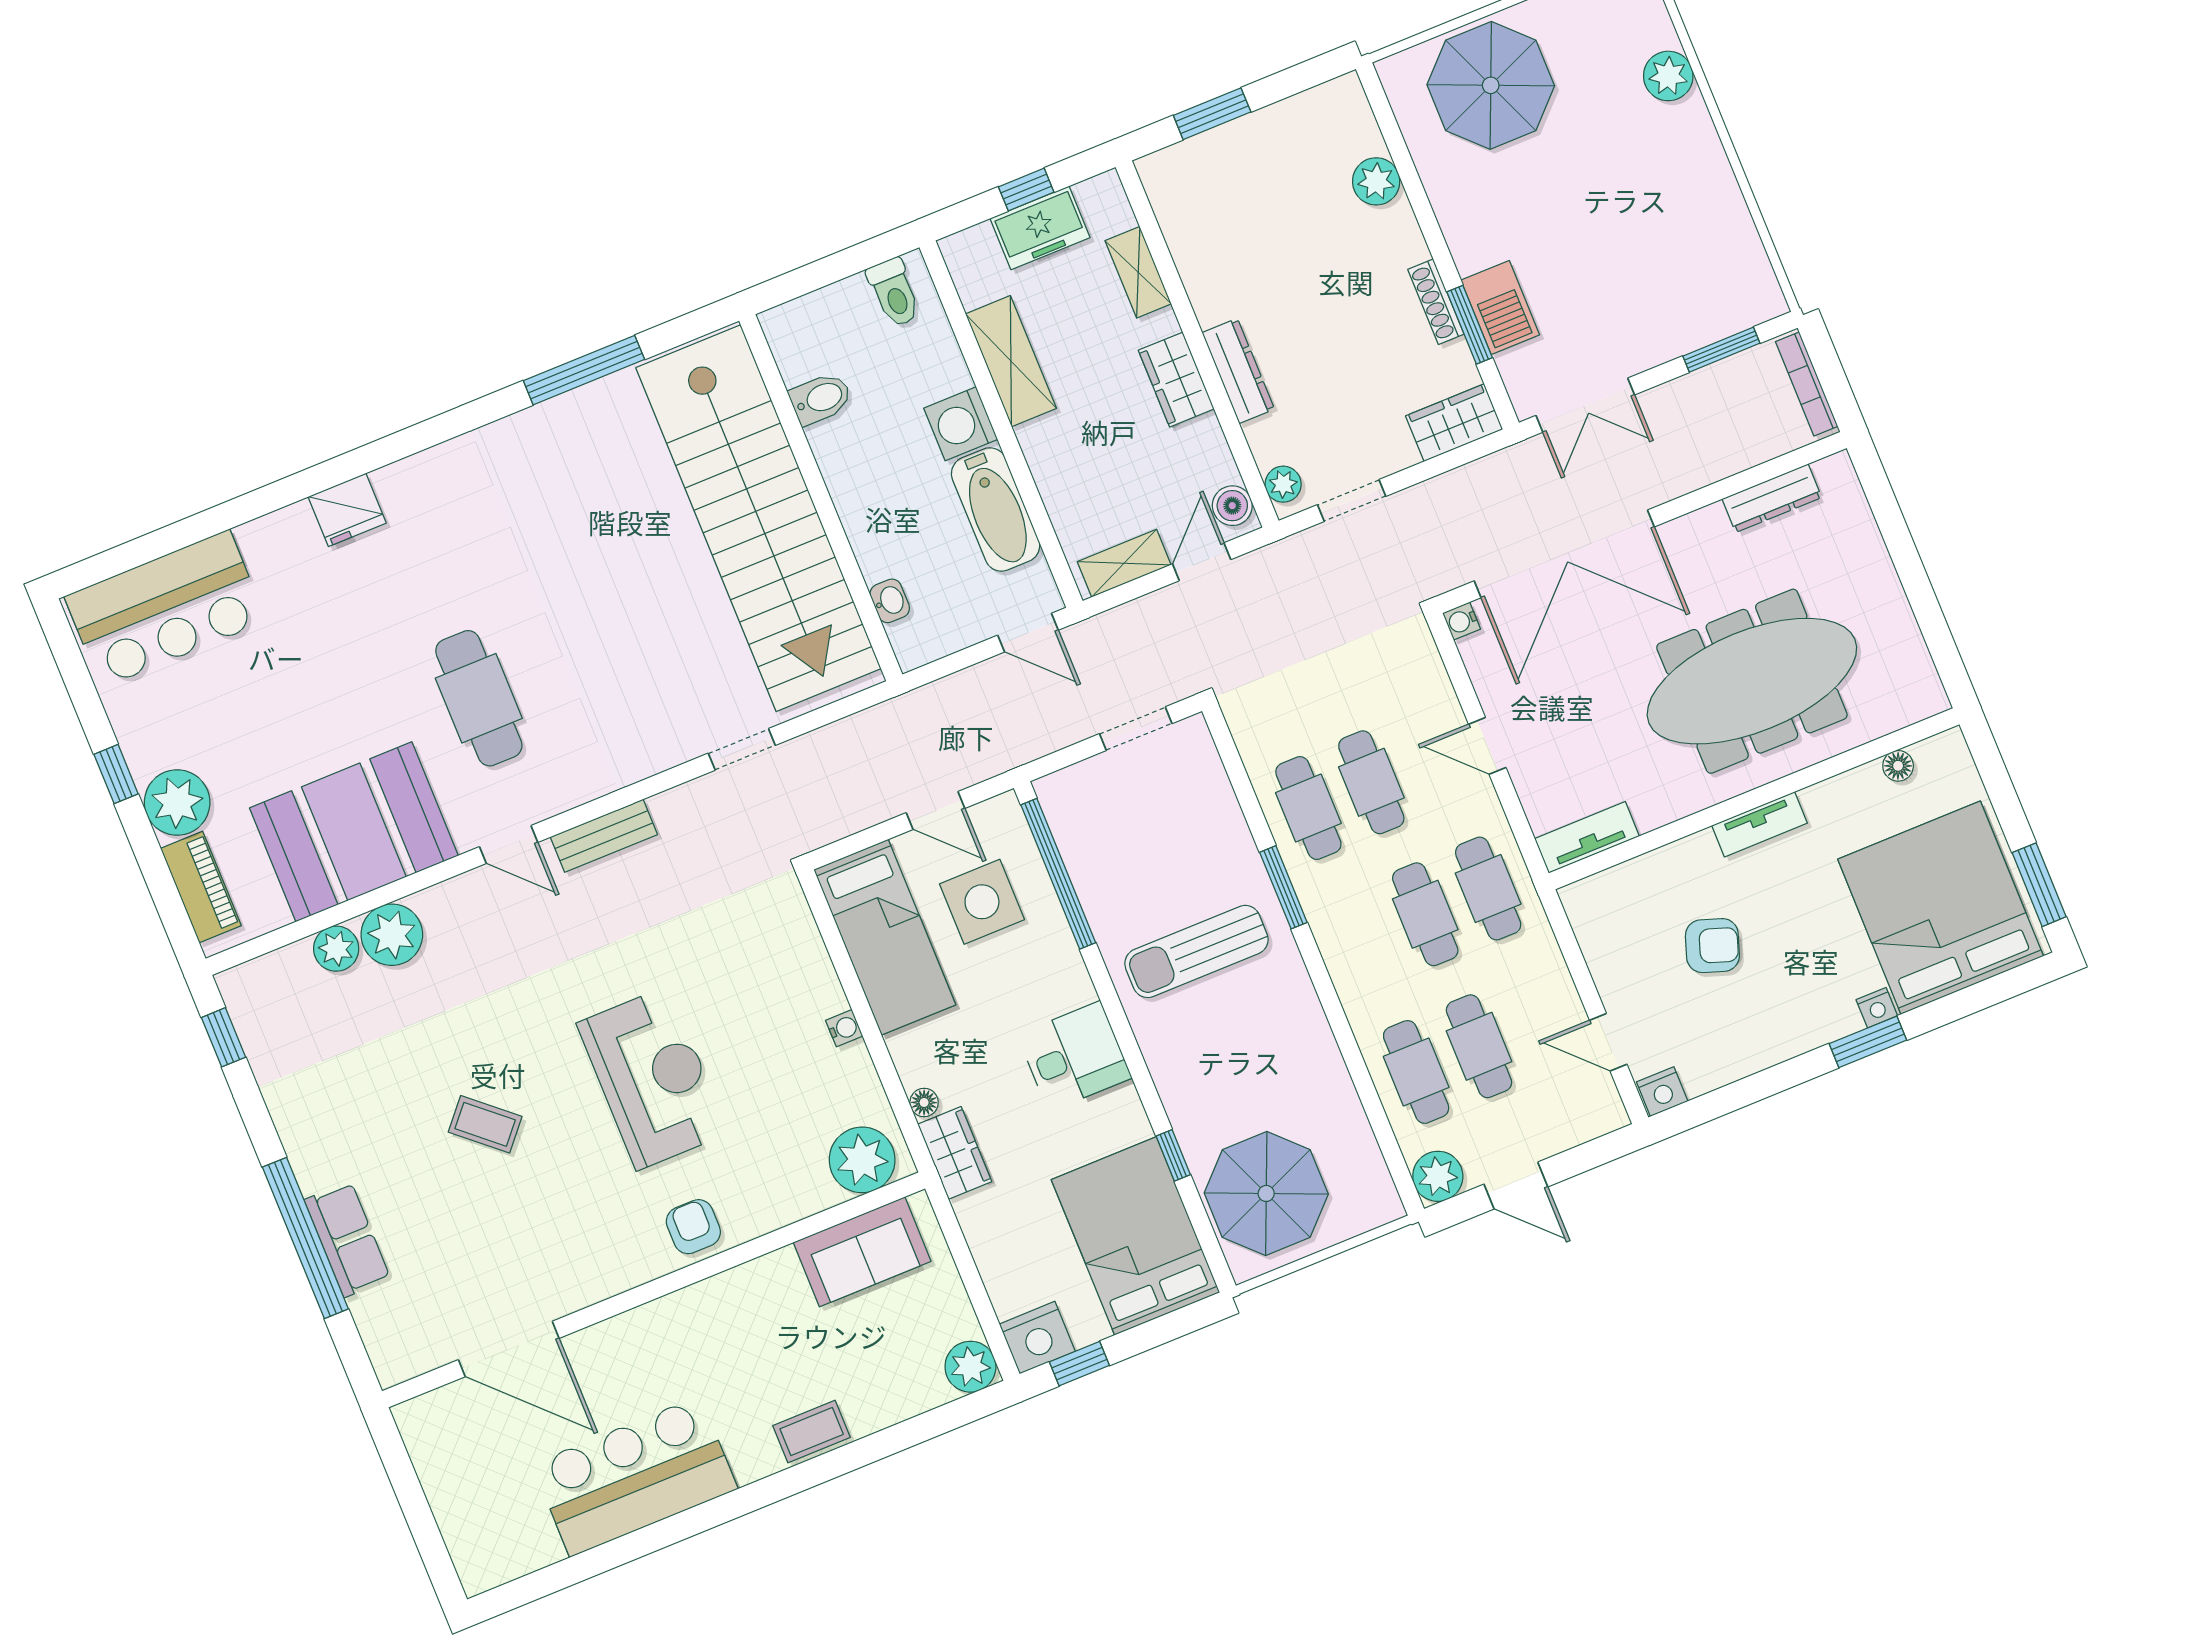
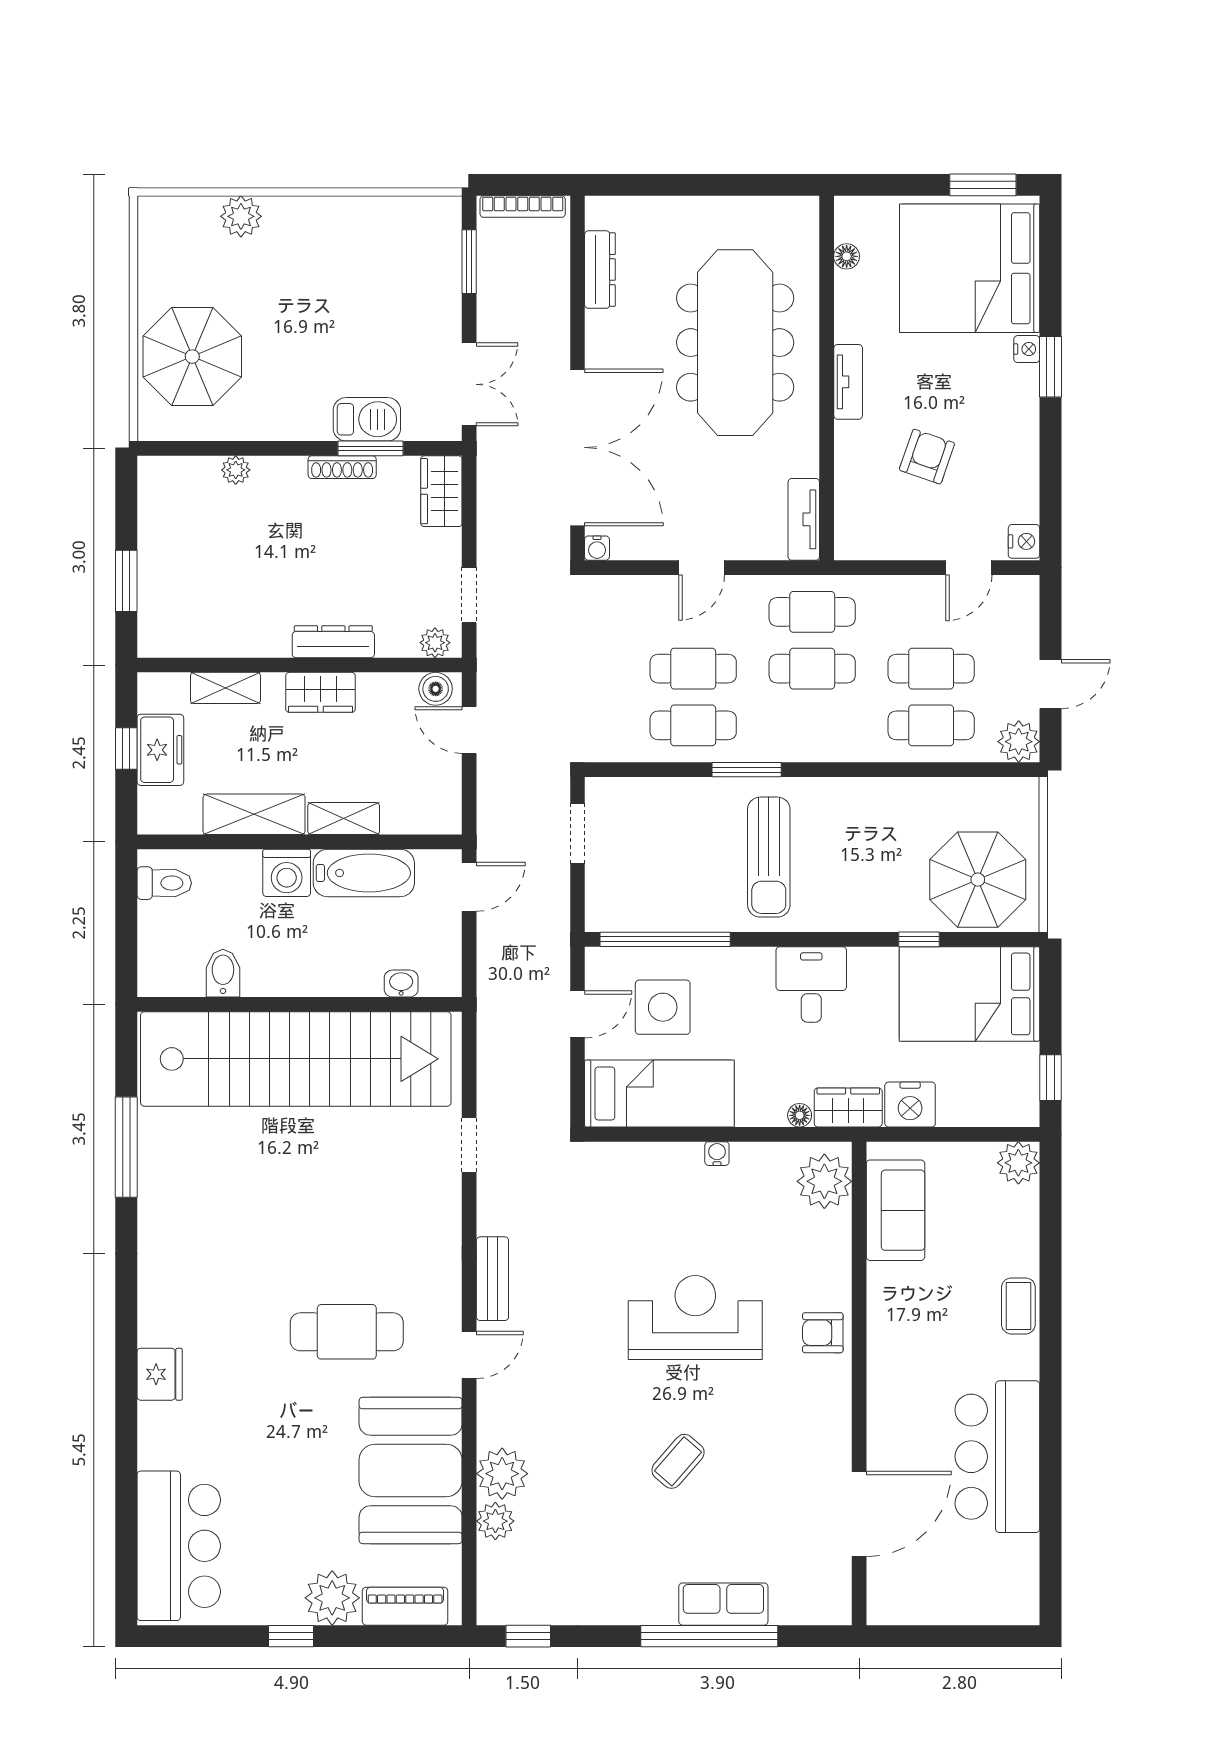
plant: (1376, 181) -> (236, 470), width x0.73, depth x0.73
shelving: (1124, 563) -> (344, 819), moved, turned 90
nightstand: (1037, 1338) -> (910, 1105), moved, turned 90

